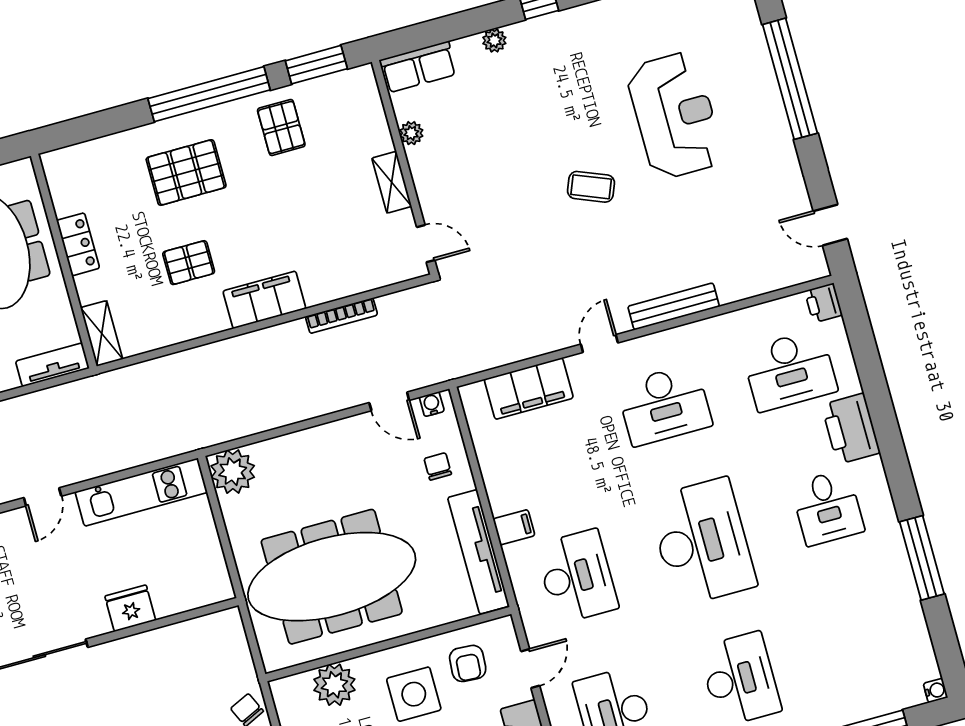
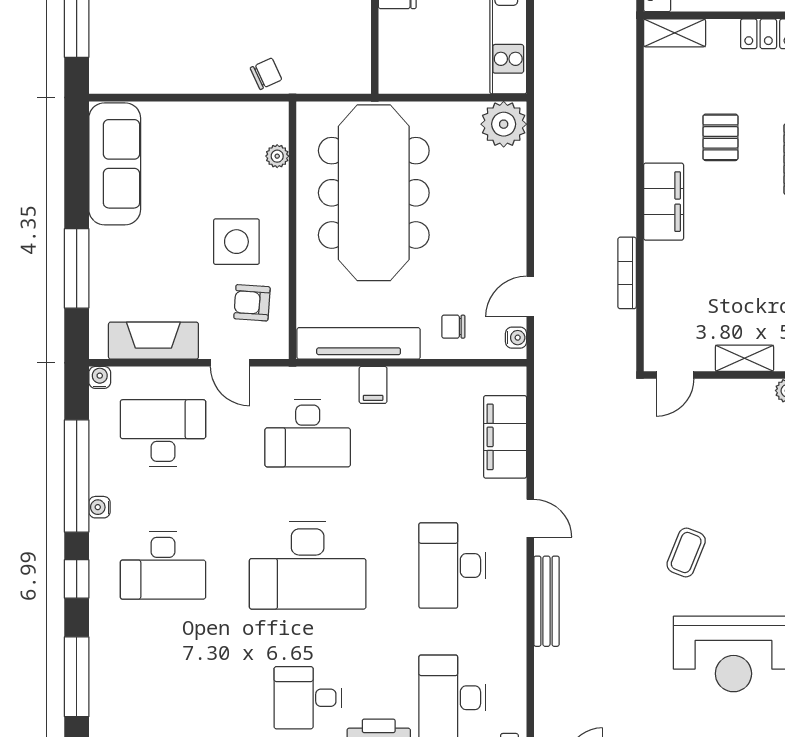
chair: (438, 466) -> (453, 327), turned 180
plant: (334, 685) -> (277, 156), width x0.53, depth x0.53

